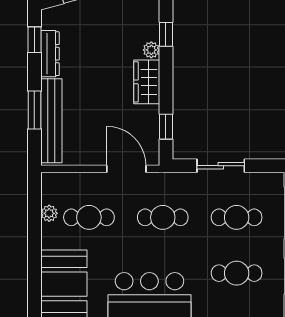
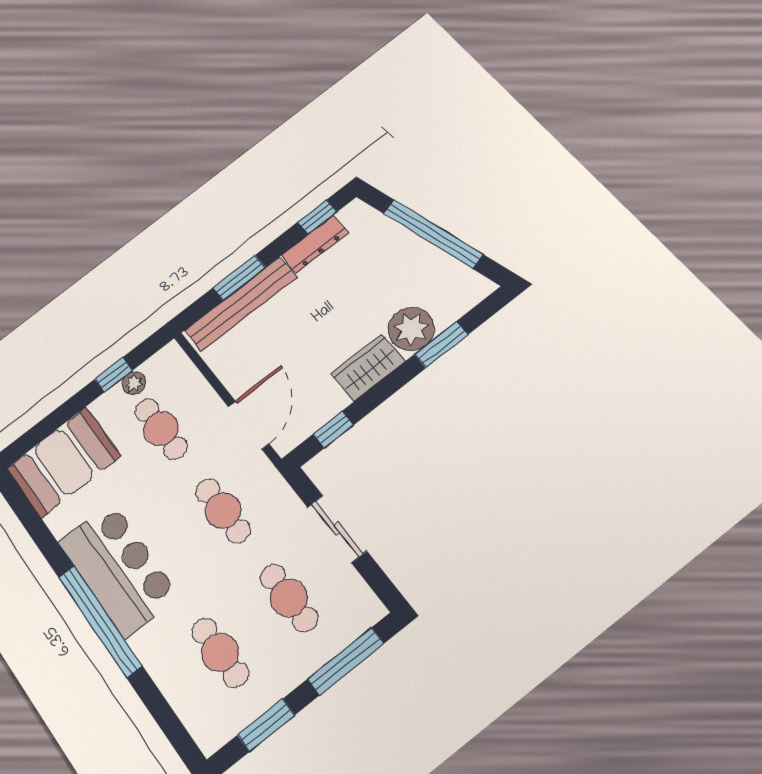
window: (166, 34) -> (441, 344), width x1.50
plant: (151, 50) -> (411, 329), width x1.88, depth x1.88
window: (34, 221) -> (114, 375), added

